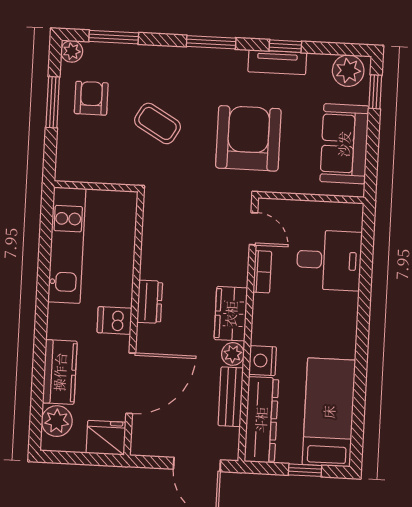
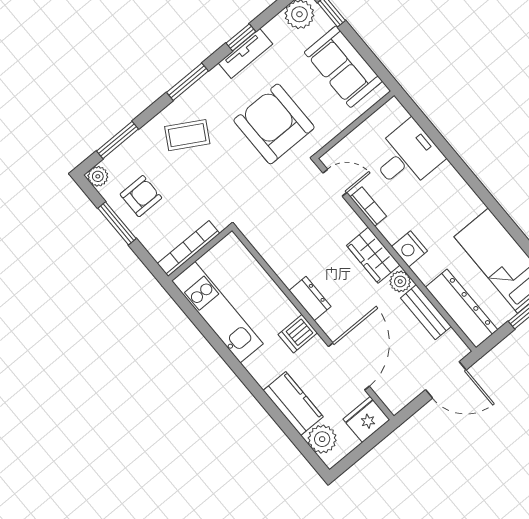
armchair: (91, 98) -> (141, 196), turned 90
coffee table: (158, 123) -> (187, 135), moved
bookcase: (91, 174) -> (189, 248), added
nightstand: (263, 361) -> (409, 249), moved

